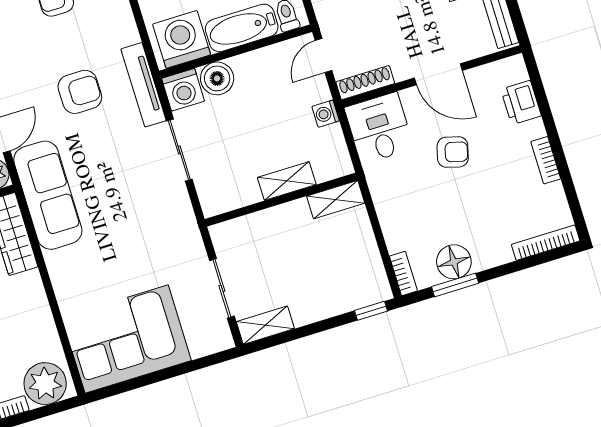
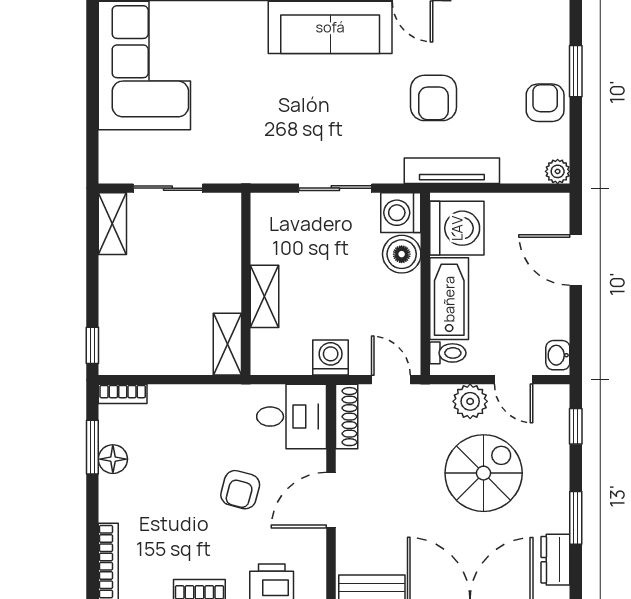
tv unit: (143, 85) -> (452, 171), moved
washing machine: (326, 114) -> (331, 357), width x1.38, depth x1.38
floor lamp: (454, 262) -> (113, 459), width x0.73, depth x0.73

